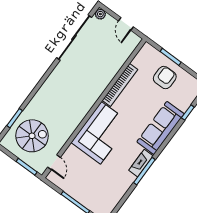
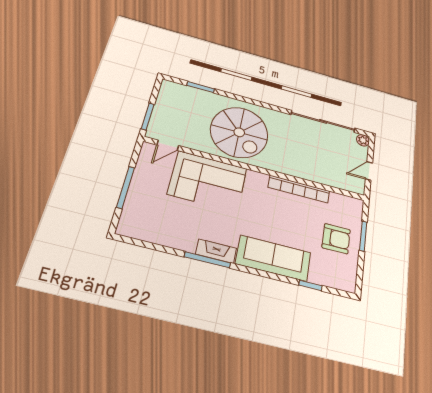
corner sofa: (101, 133) -> (208, 181), moved
spiral stairs: (32, 136) -> (239, 132), moved, width x1.37, depth x1.37

